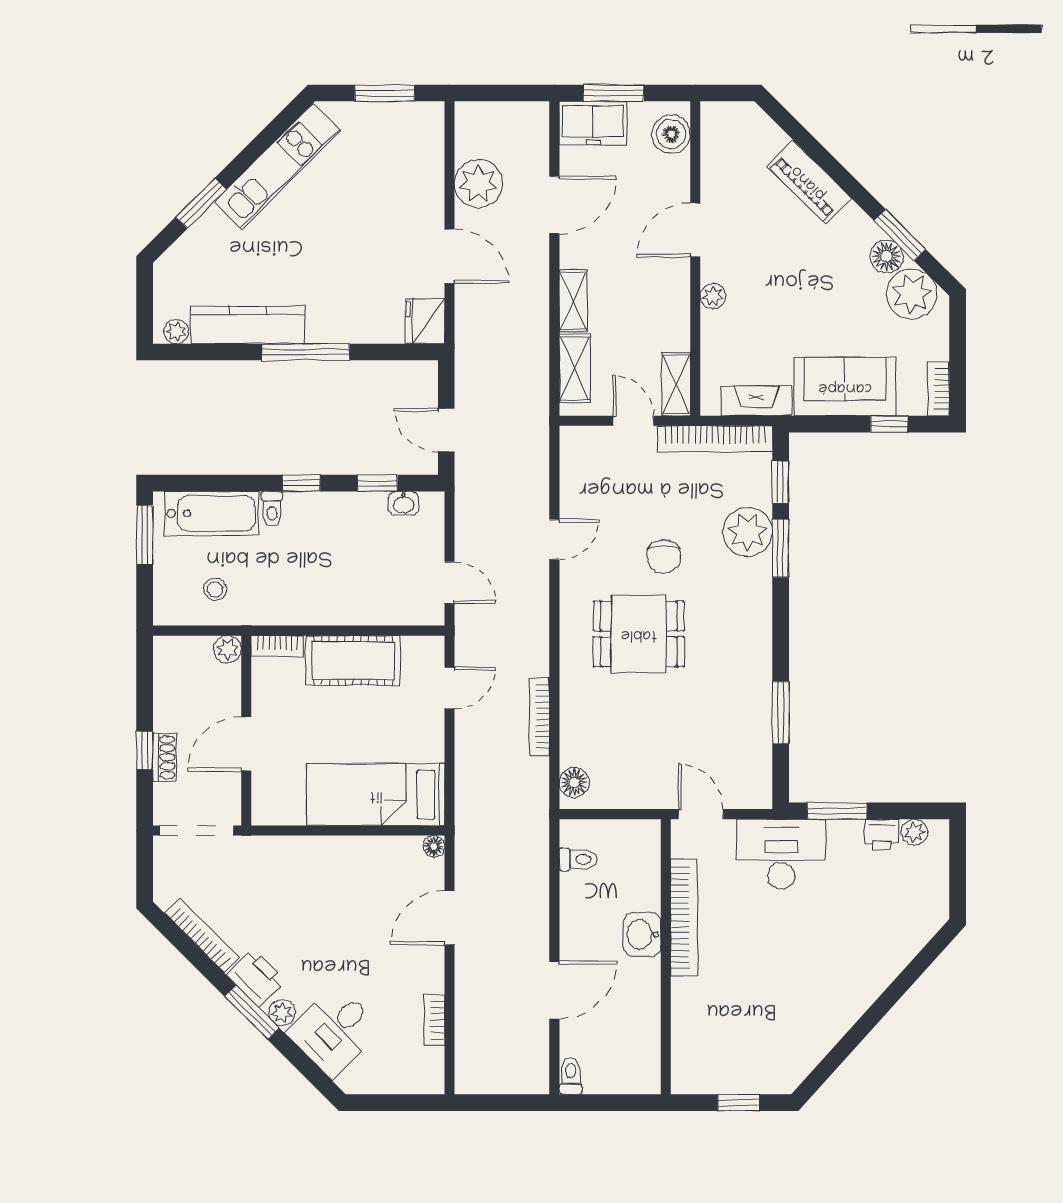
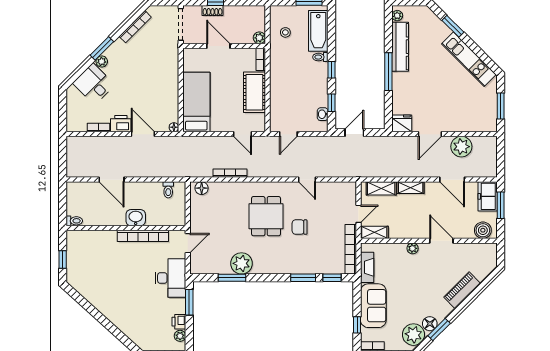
plant: (748, 532) -> (241, 263), moved
printer: (256, 978) -> (121, 124), moved, turned -135
toilet: (571, 1076) -> (74, 221), moved

